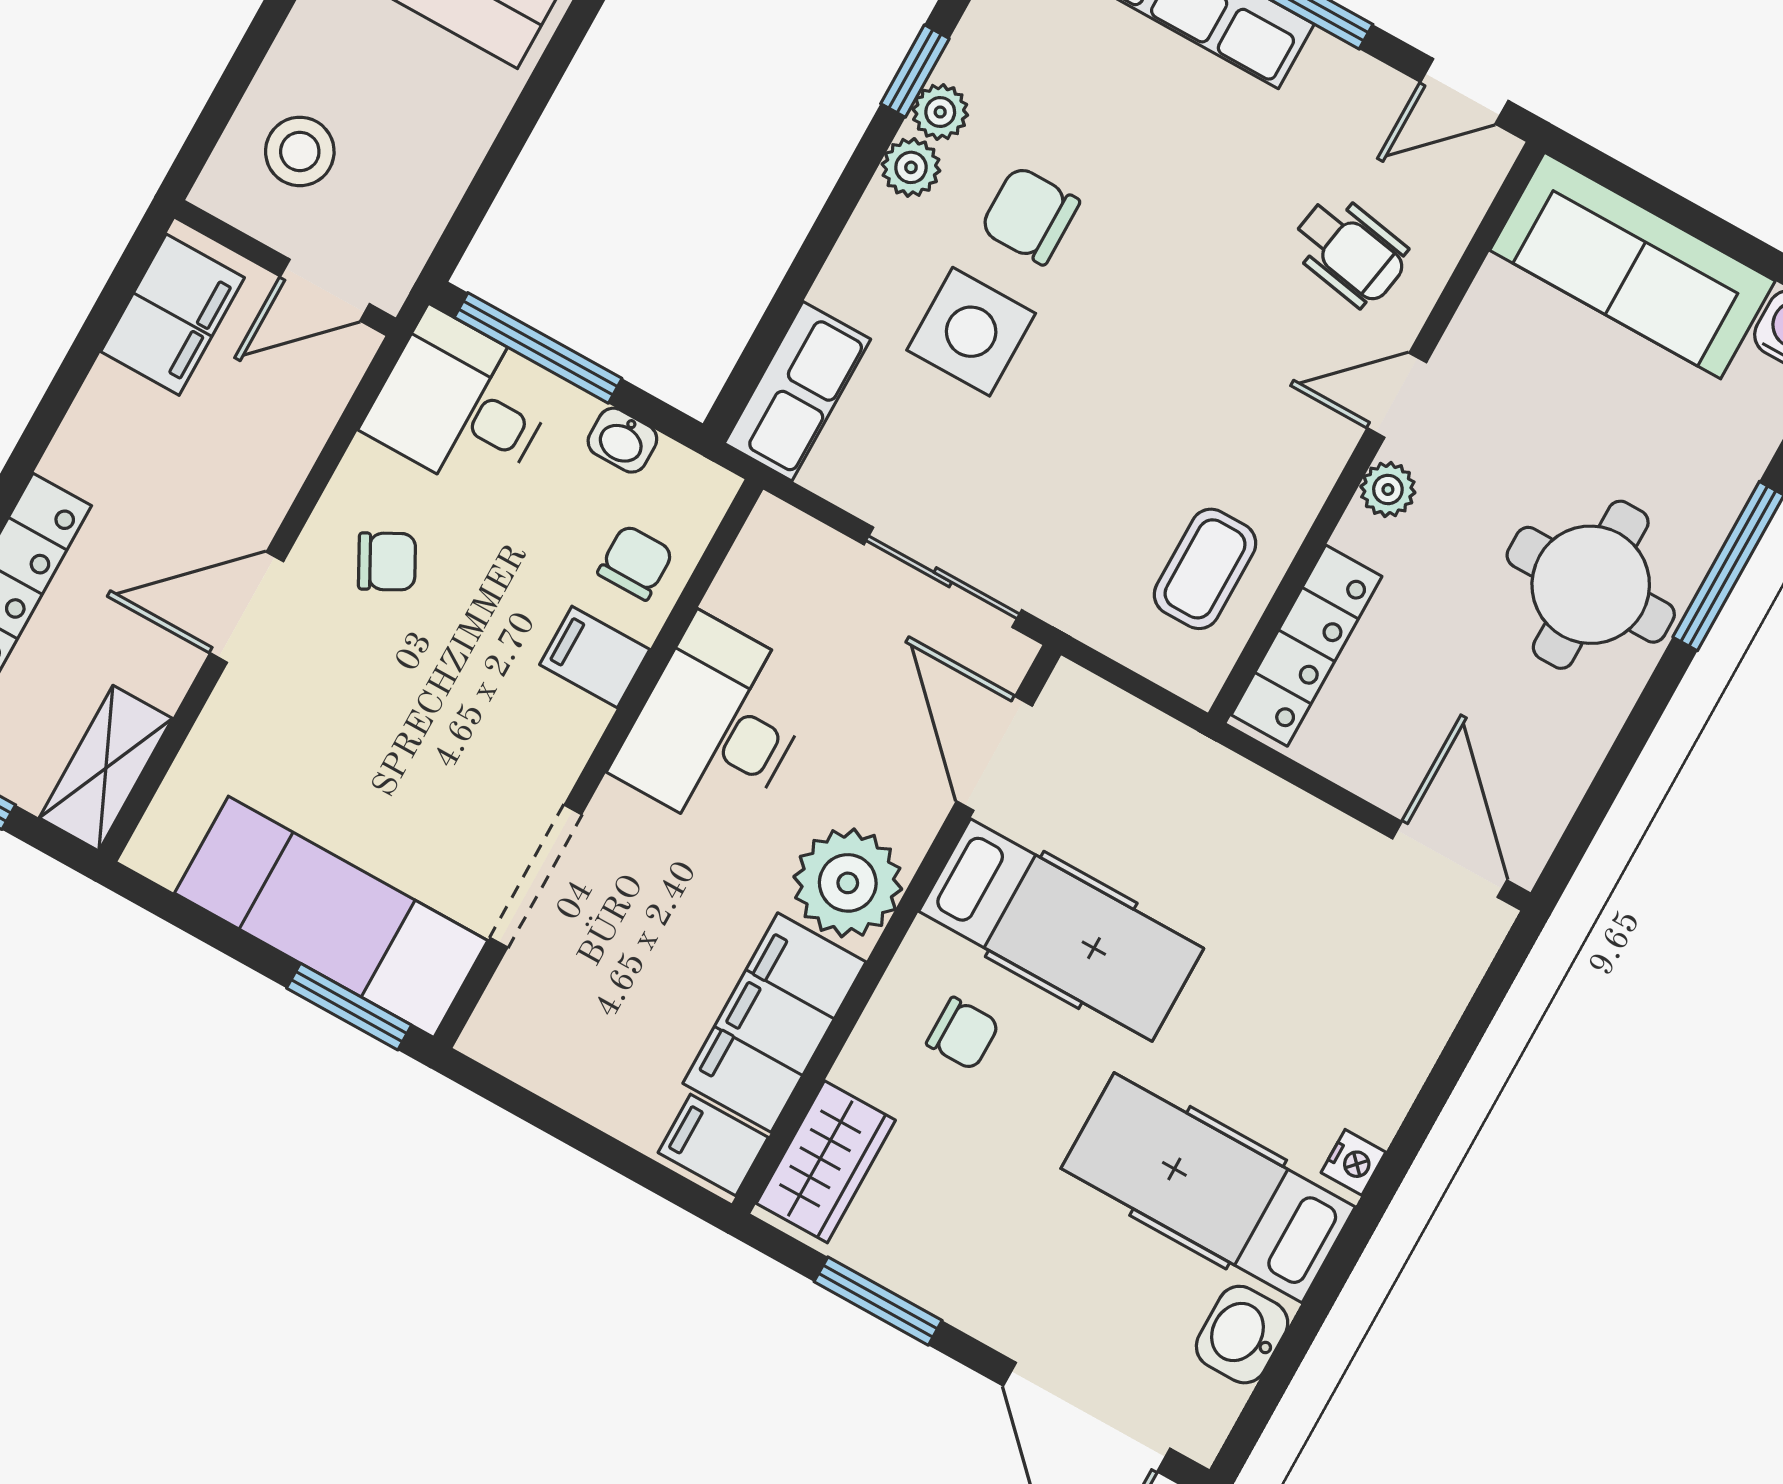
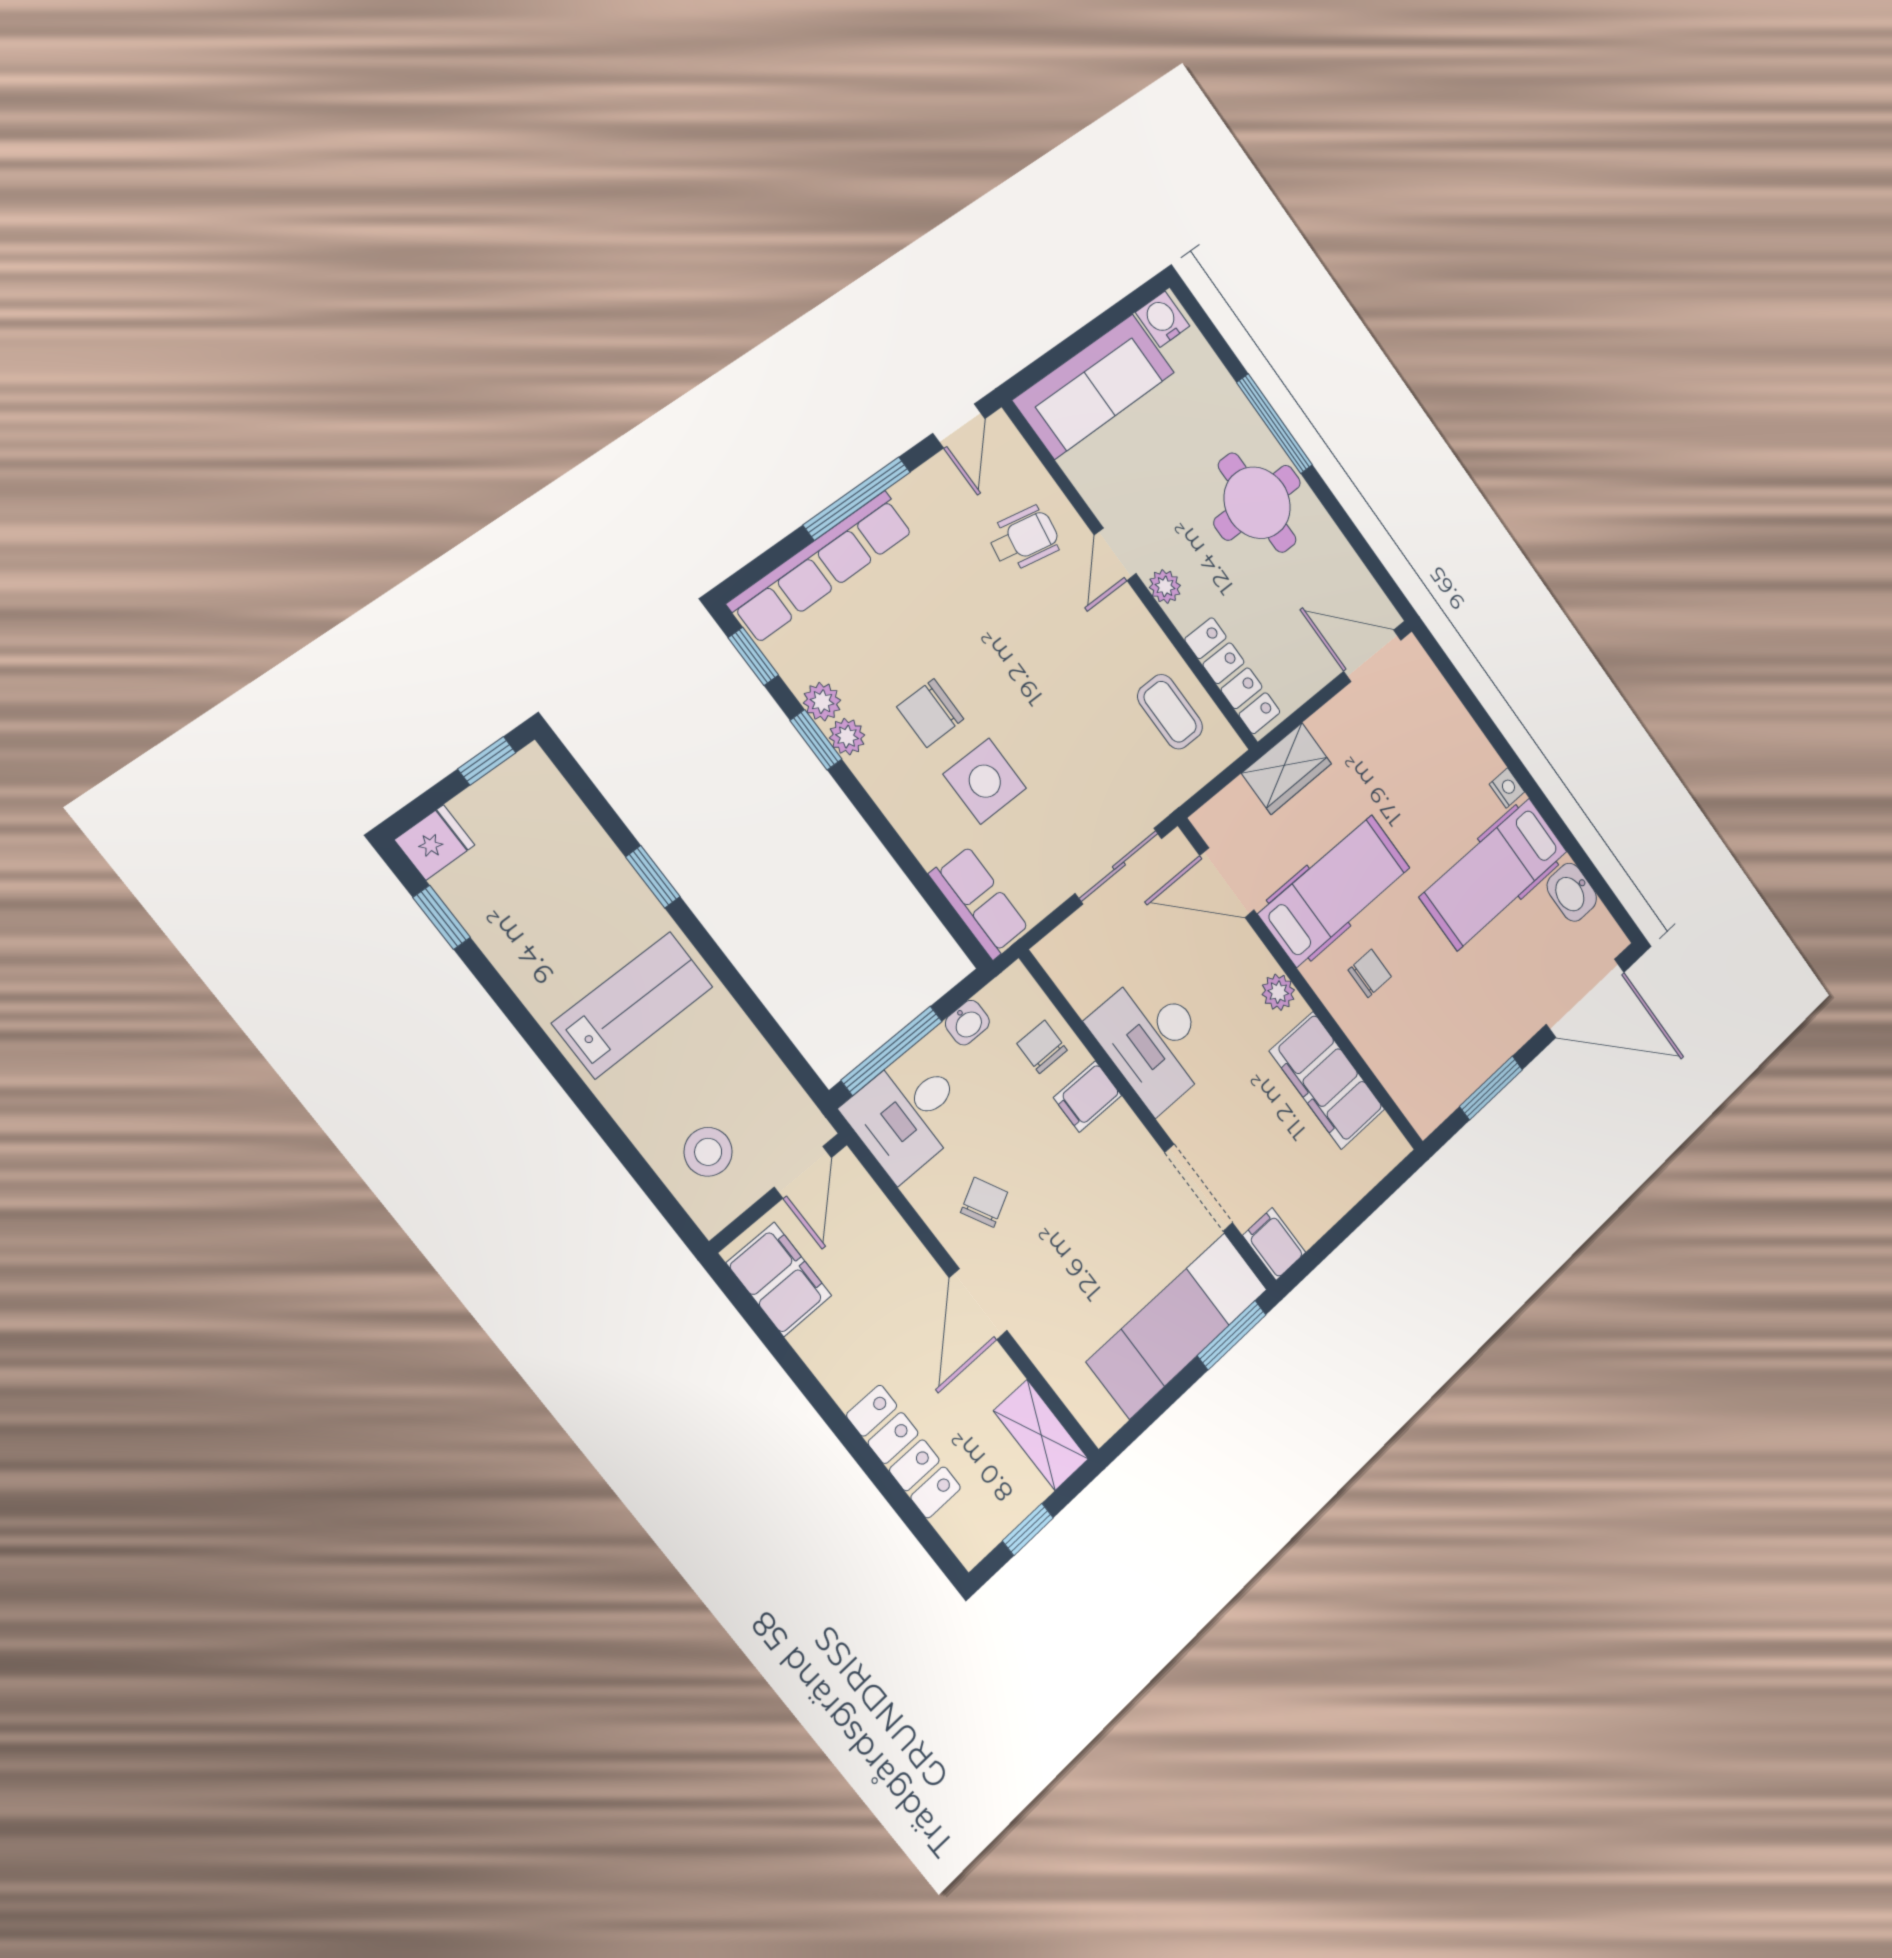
plant: (911, 167) -> (822, 702), moved
plant: (848, 883) -> (1278, 992), width x0.53, depth x0.53
filing cabinet: (713, 1145) -> (1274, 1244), moved, turned 90
wardrobe: (826, 1162) -> (1287, 769), moved, turned 90

